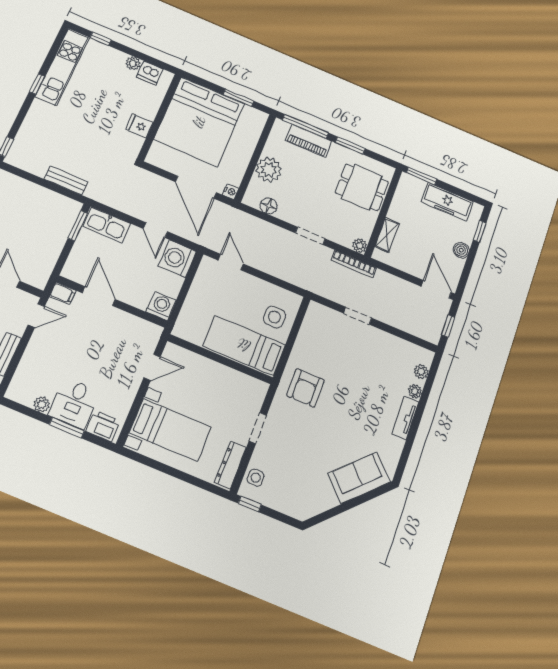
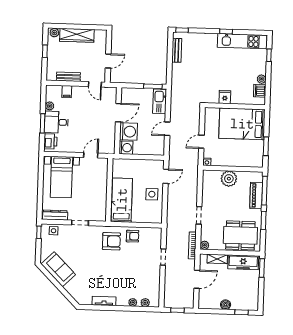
bed: (199, 122) -> (242, 124), width x0.73
bench: (66, 180) -> (177, 50), moved
door: (196, 187) -> (201, 142), width x0.53
dining table: (362, 187) -> (240, 235), width x1.38
freezer: (447, 202) -> (243, 262), moved, turned -90
floor lamp: (269, 206) -> (207, 186), removed
washing machine: (177, 259) -> (128, 132), moved, turned 90
door: (436, 289) -> (197, 279), moved
filing cabinet: (63, 293) -> (67, 92), moved
side table: (275, 317) -> (152, 194), moved
armchair: (308, 351) -> (133, 236), added
door: (152, 367) -> (91, 155), swing flipped
armchair: (305, 388) -> (111, 241), turned 180
tv unit: (405, 418) -> (104, 301), moved
sofa: (359, 478) -> (58, 269), moved

